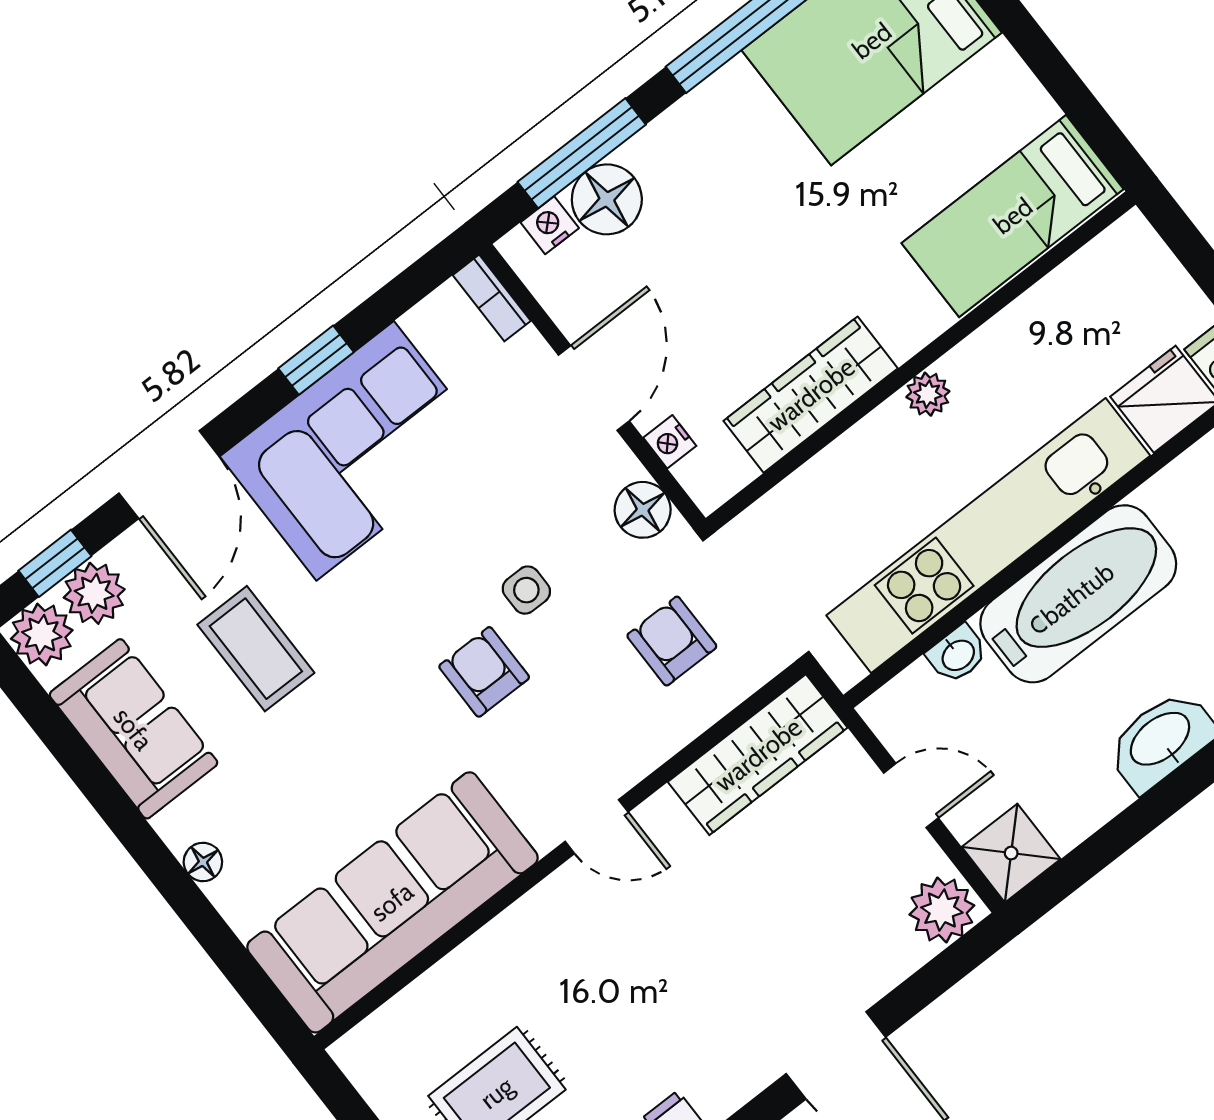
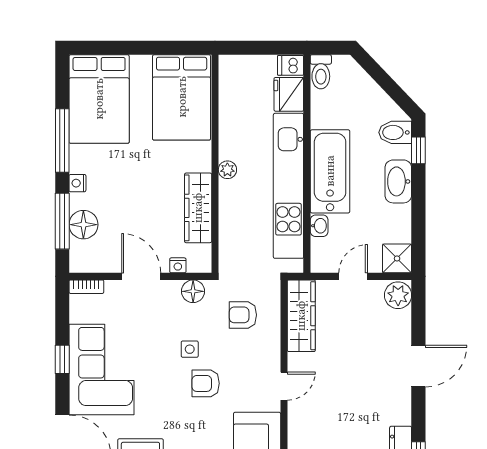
bed: (1013, 216) -> (182, 97), width x1.50
nightstand: (550, 225) -> (77, 183), moved

